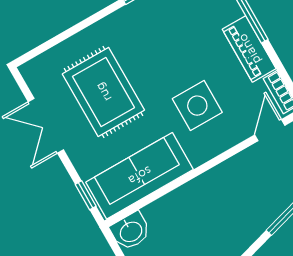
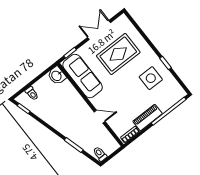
side table: (197, 106) -> (151, 78), moved
door: (270, 130) -> (100, 117), moved

